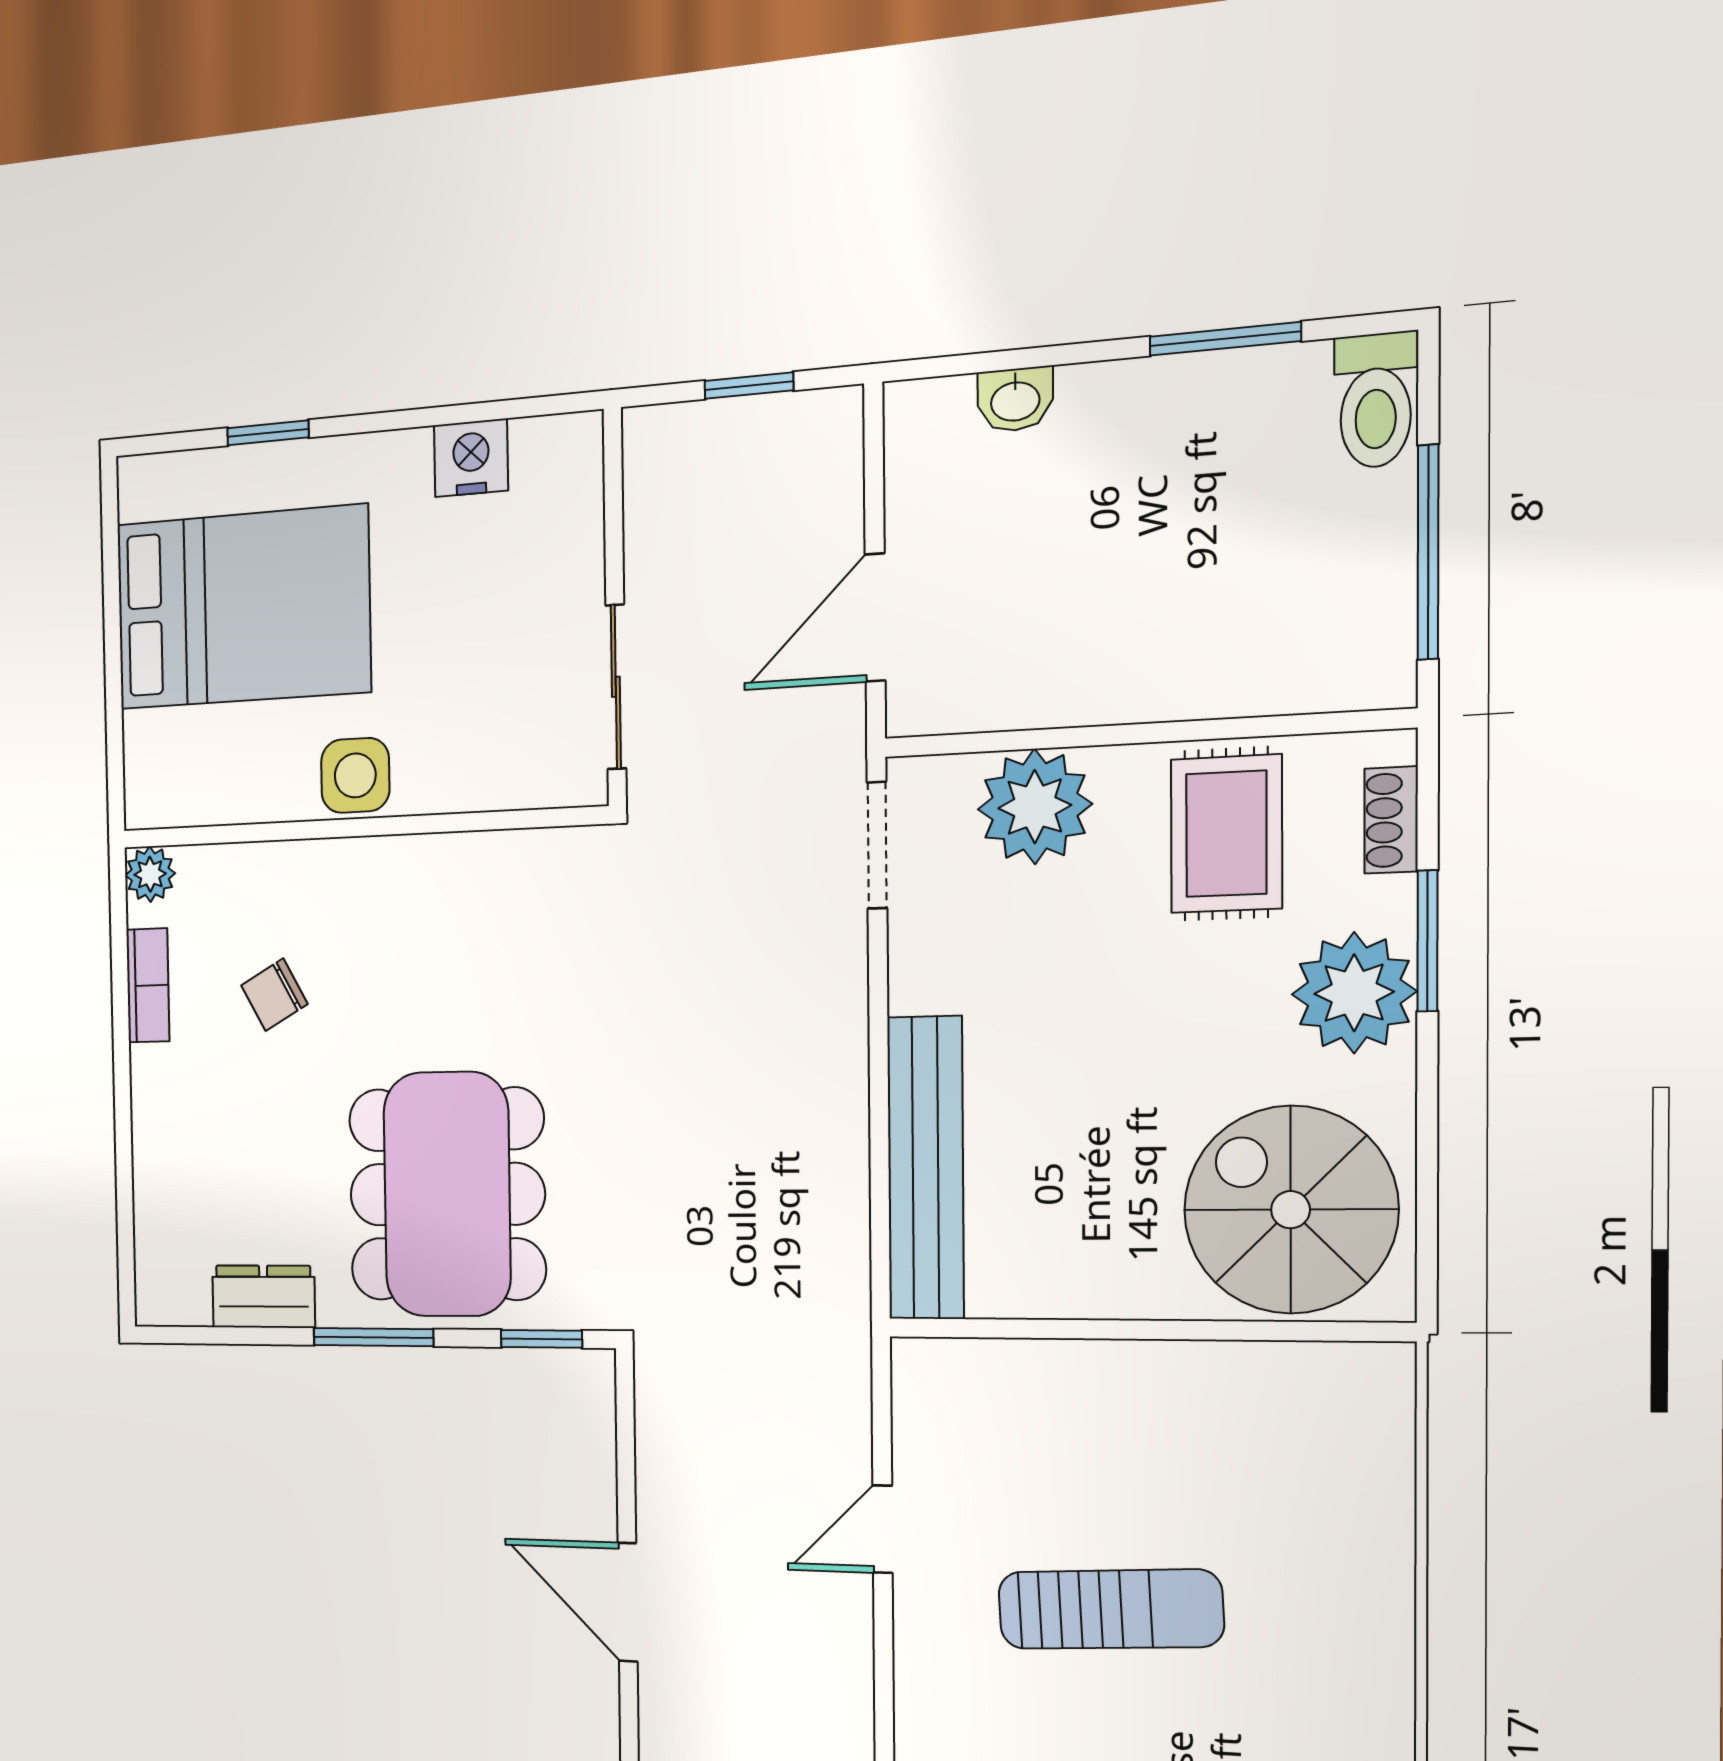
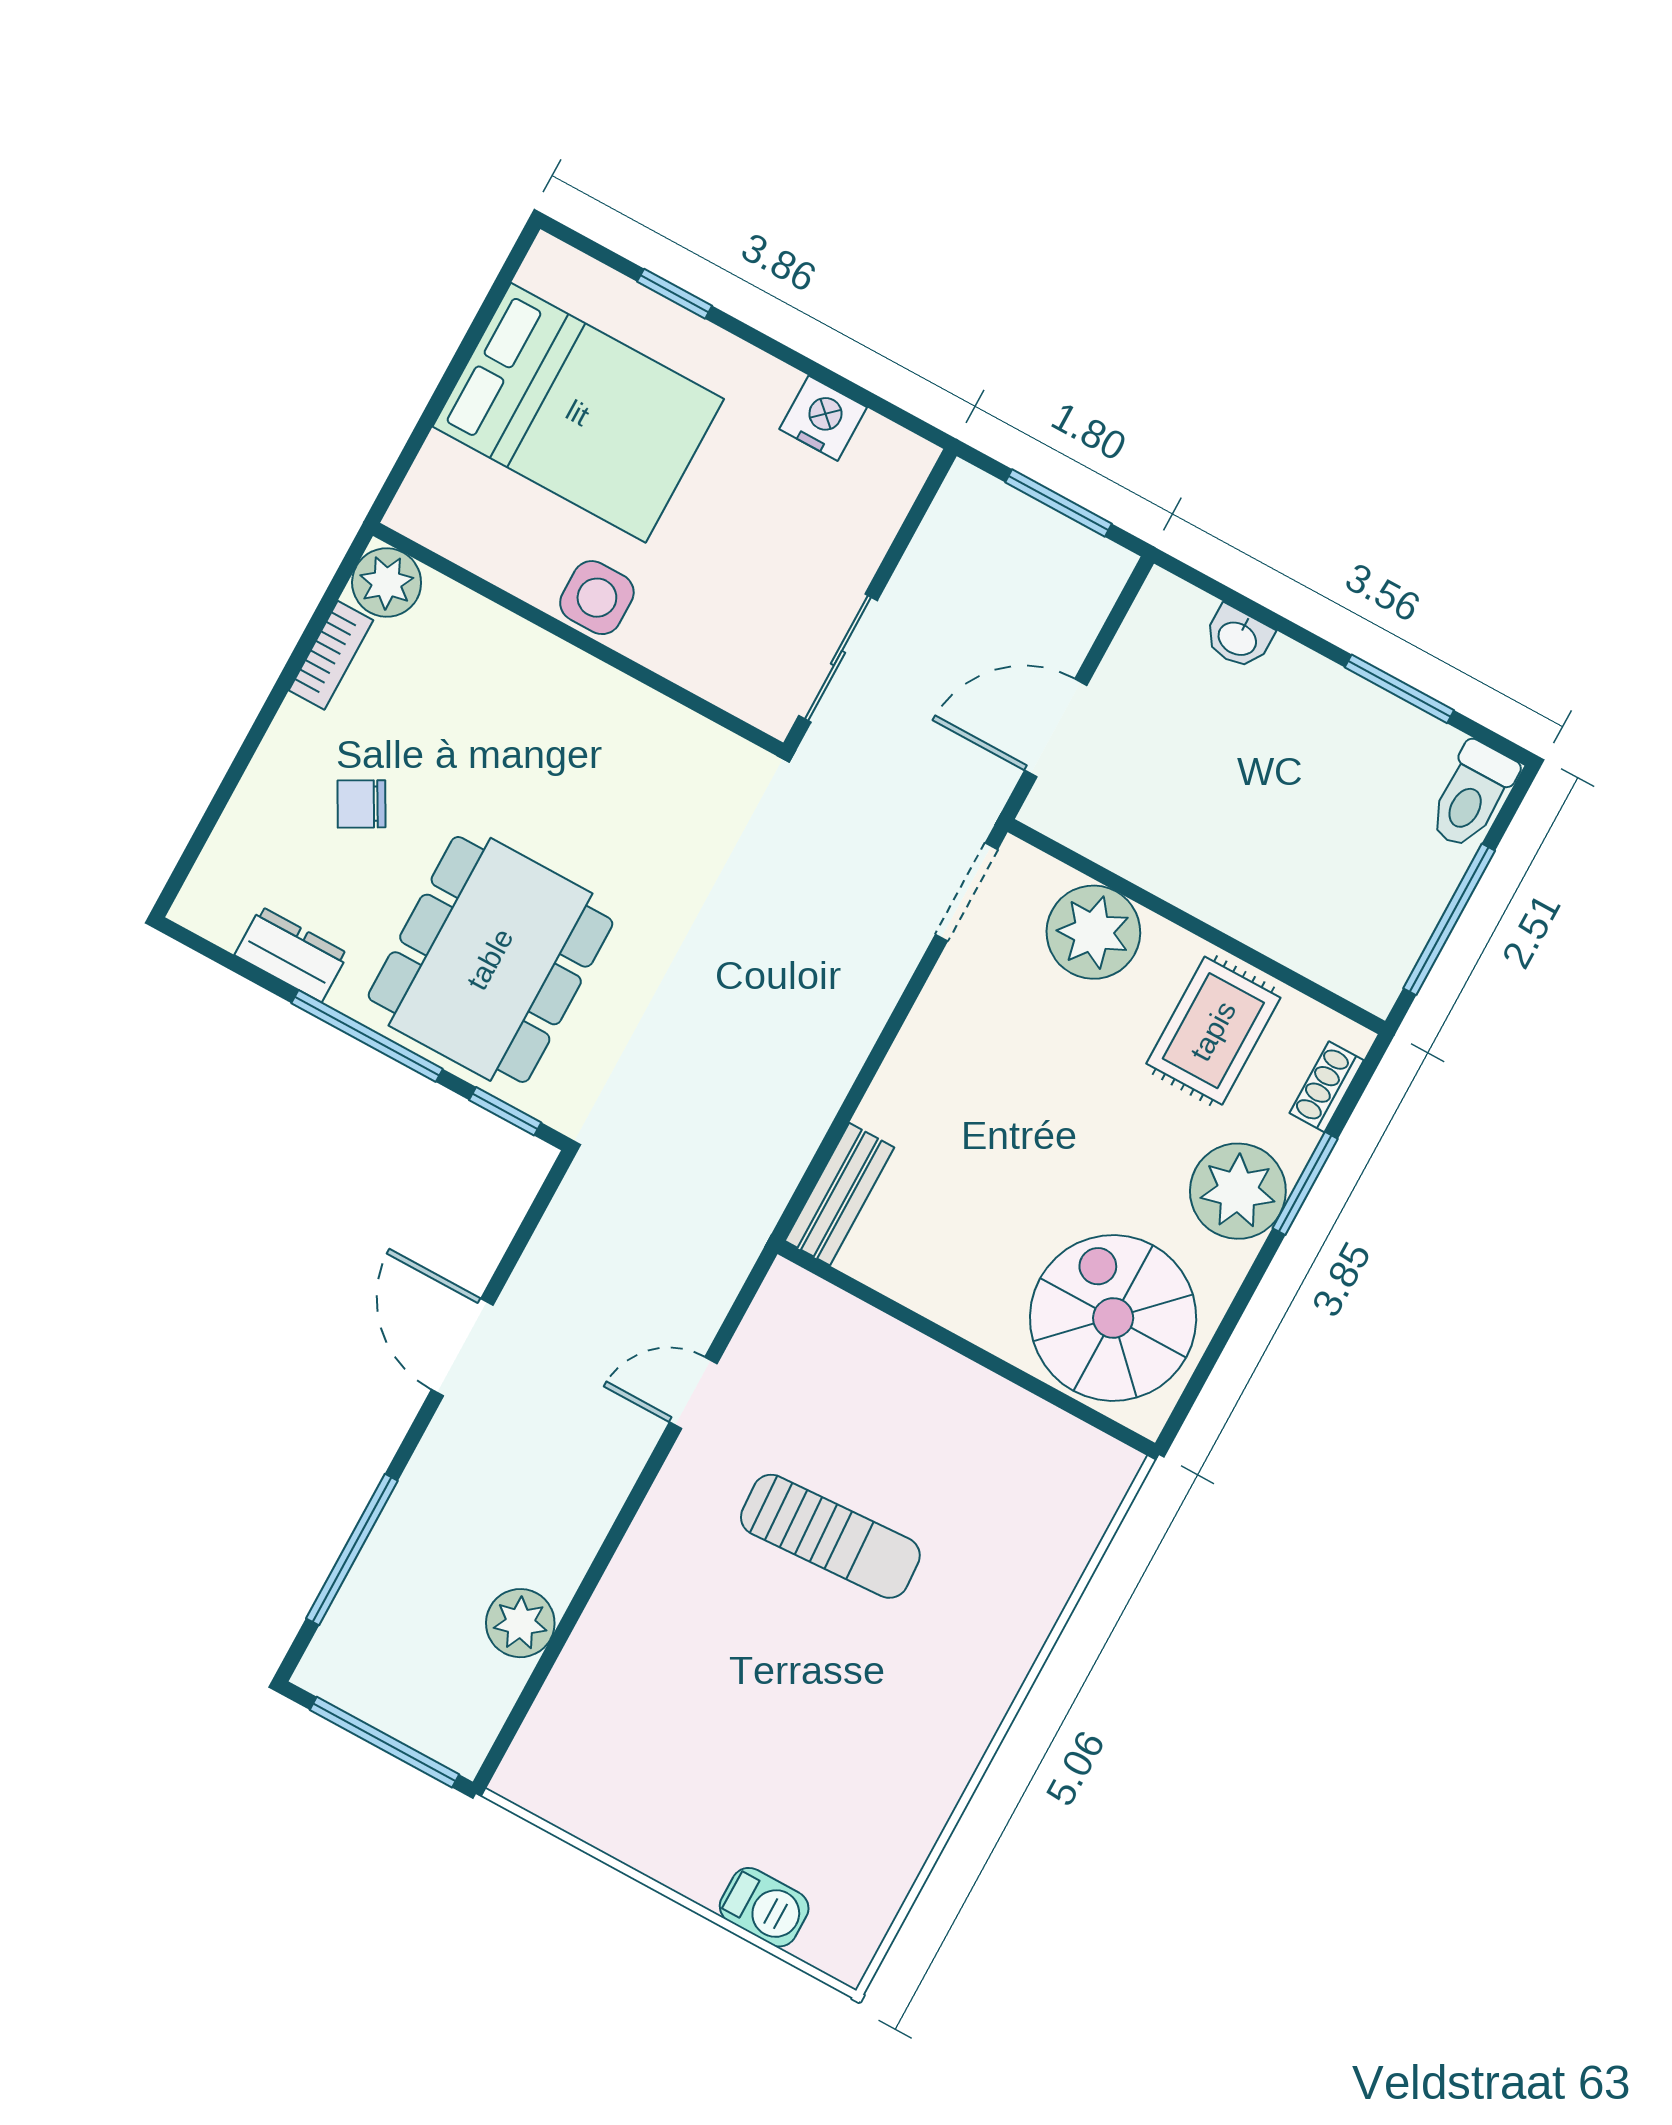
window: (749, 386) -> (1058, 503), width x1.50
plant: (150, 874) -> (387, 583), width x1.38, depth x1.38
chair: (274, 995) -> (361, 804), moved
bench: (926, 1168) -> (839, 1194), width x0.54, depth x0.82
window: (373, 1337) -> (367, 1036), width x1.44

